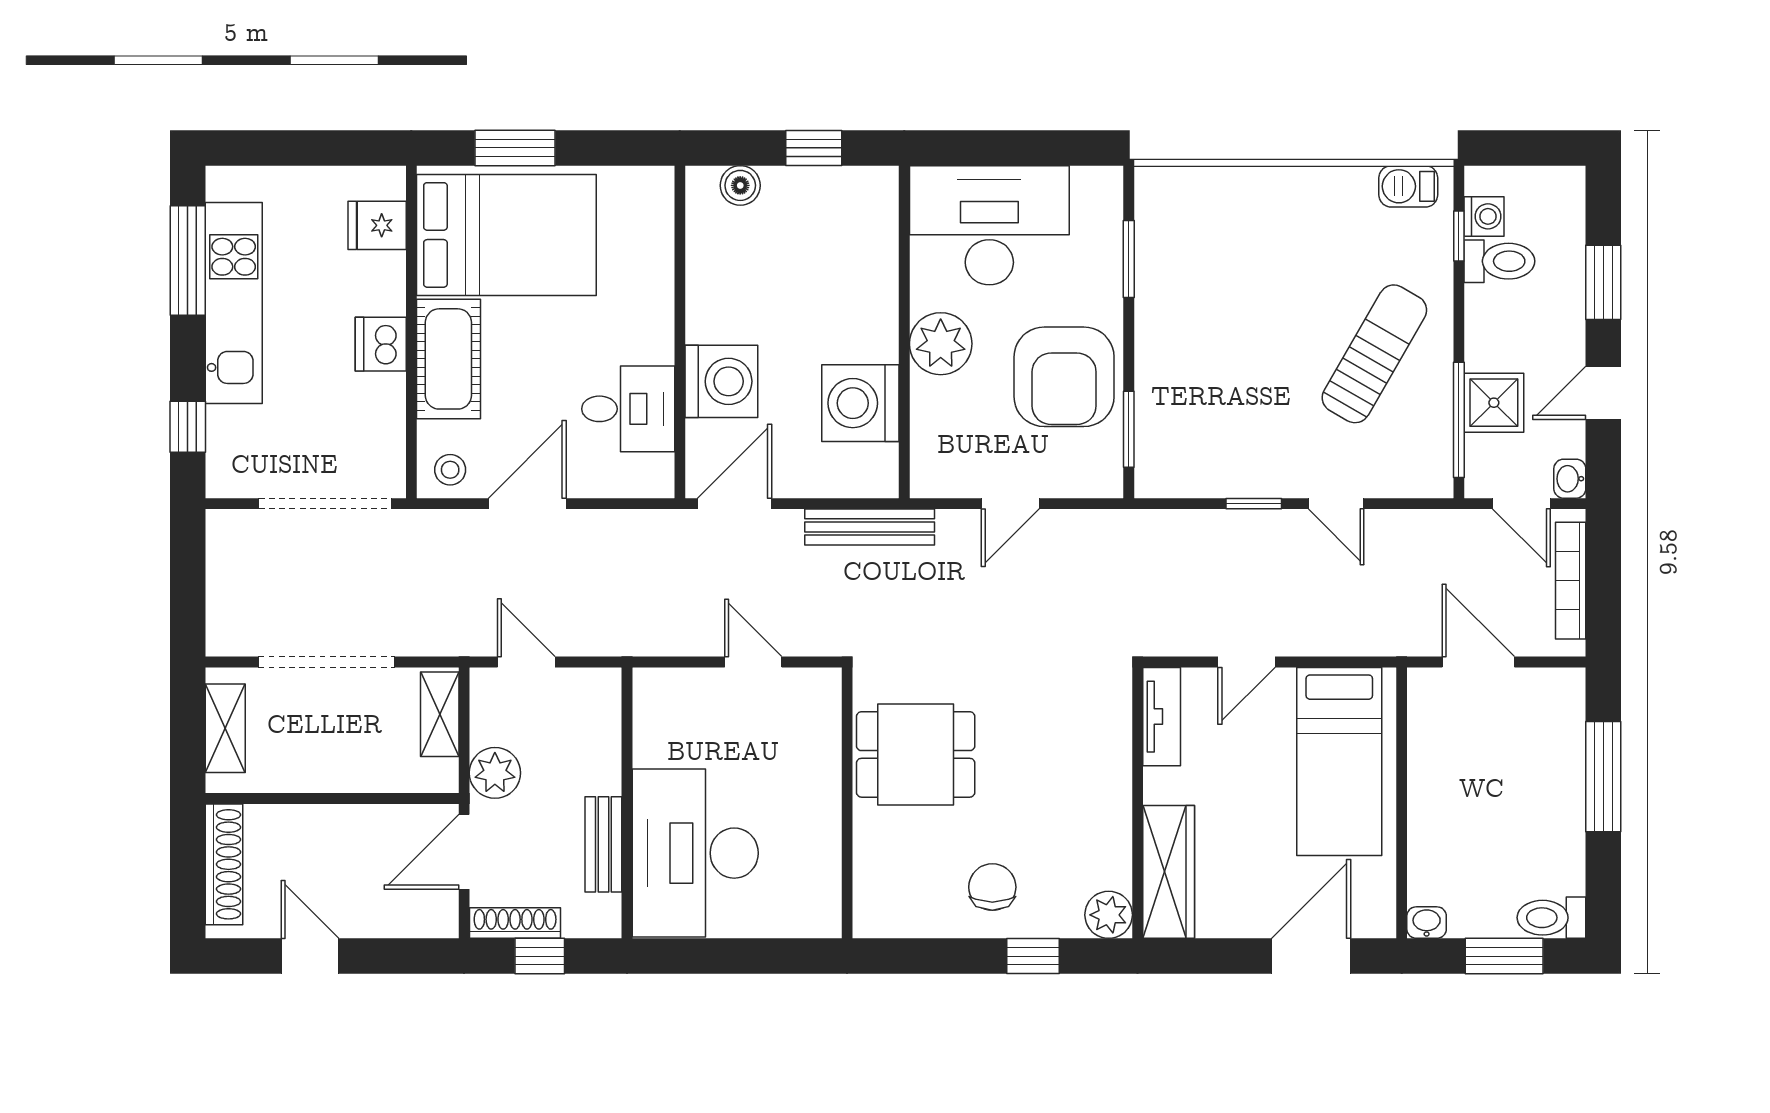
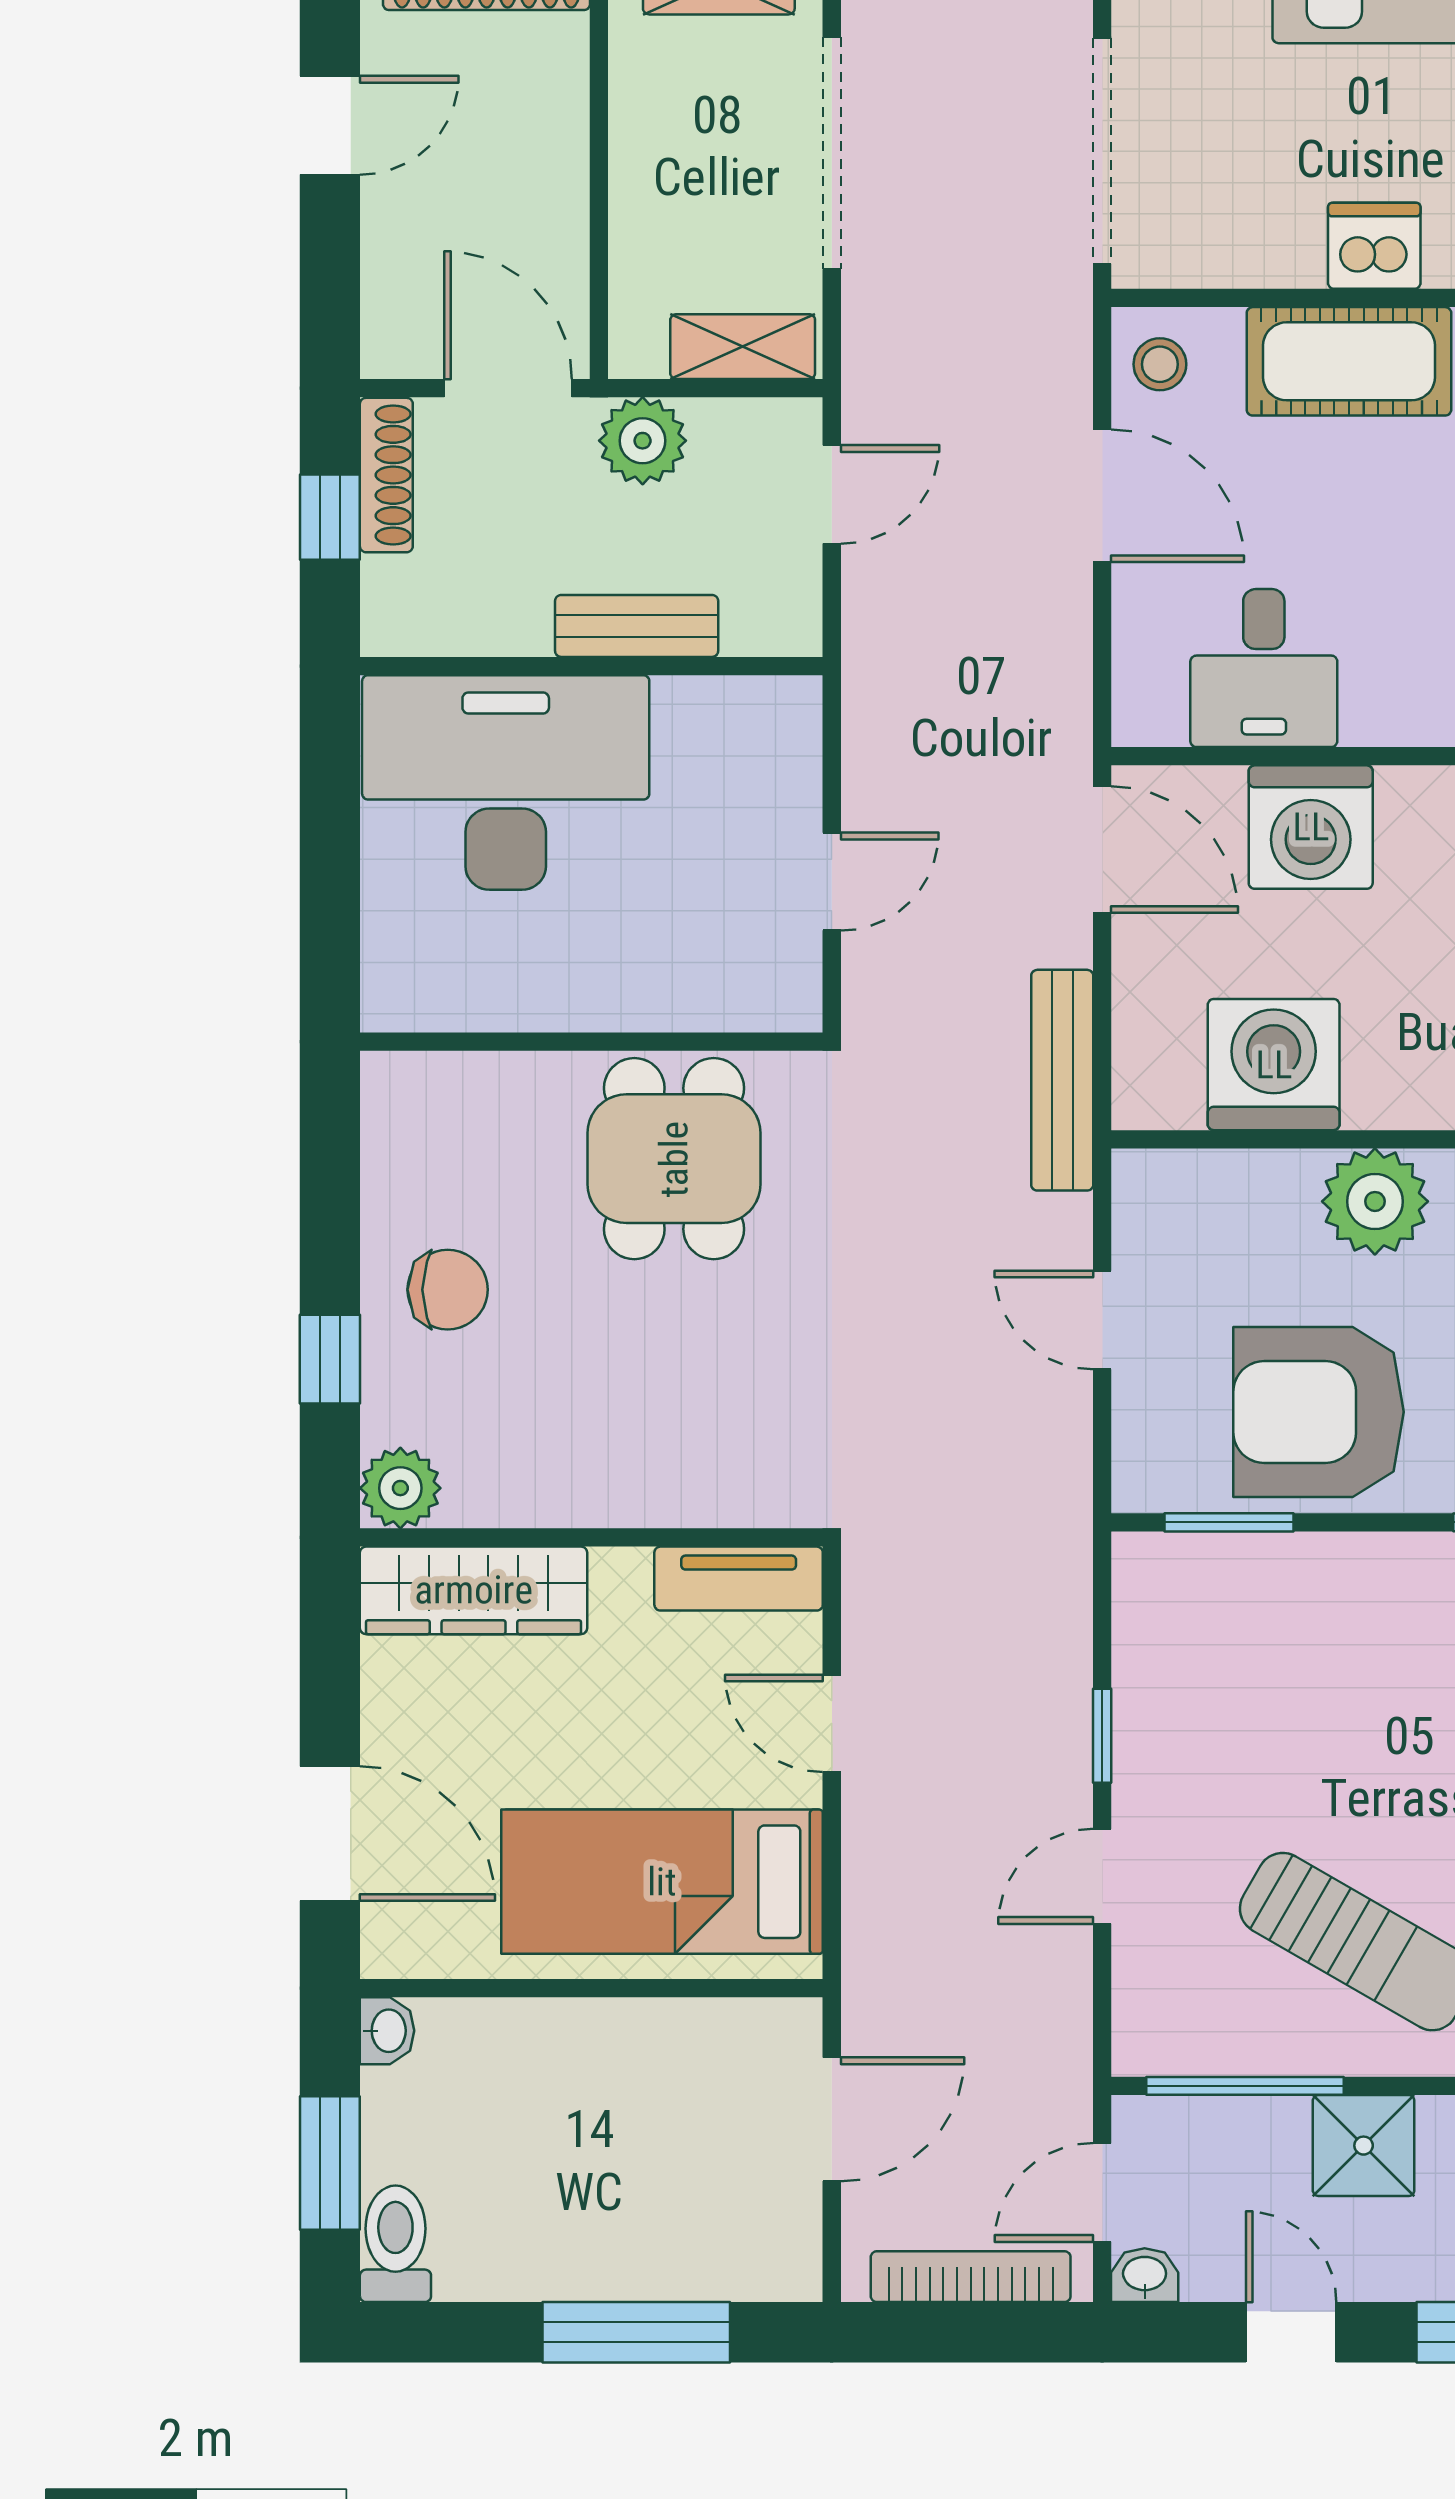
shower: (1494, 403) -> (1364, 2146), moved
bench: (603, 844) -> (637, 626), moved

